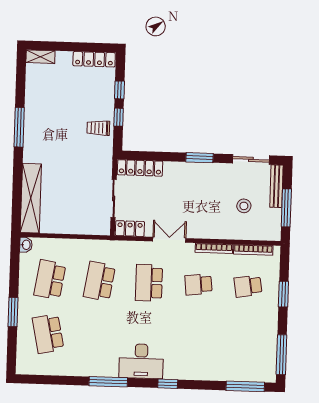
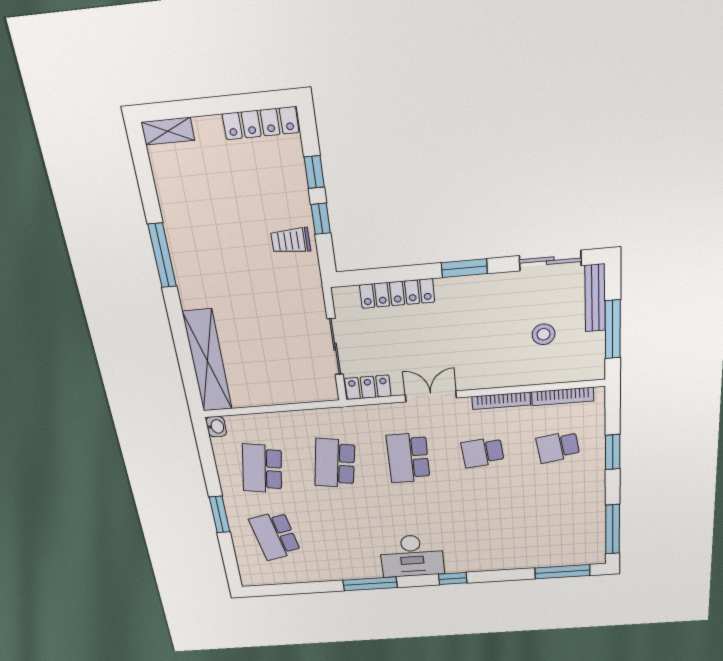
locker: (140, 168) -> (397, 293), moved

